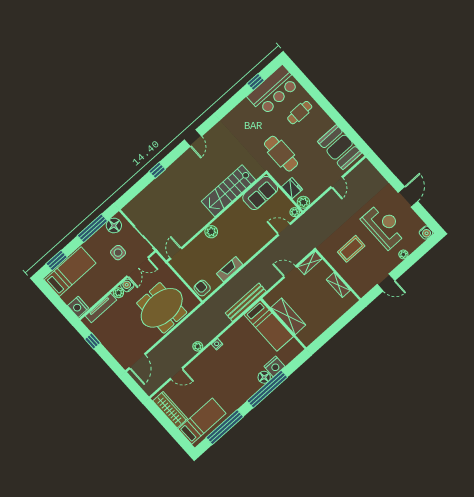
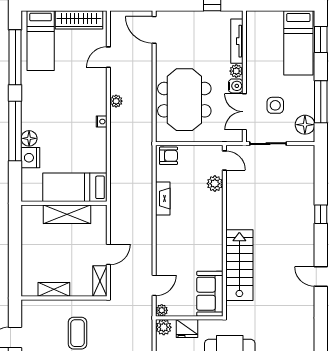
plant: (211, 232) -> (215, 184), moved
bench: (246, 302) -> (117, 185), removed
nightstand: (78, 307) -> (258, 20), removed

